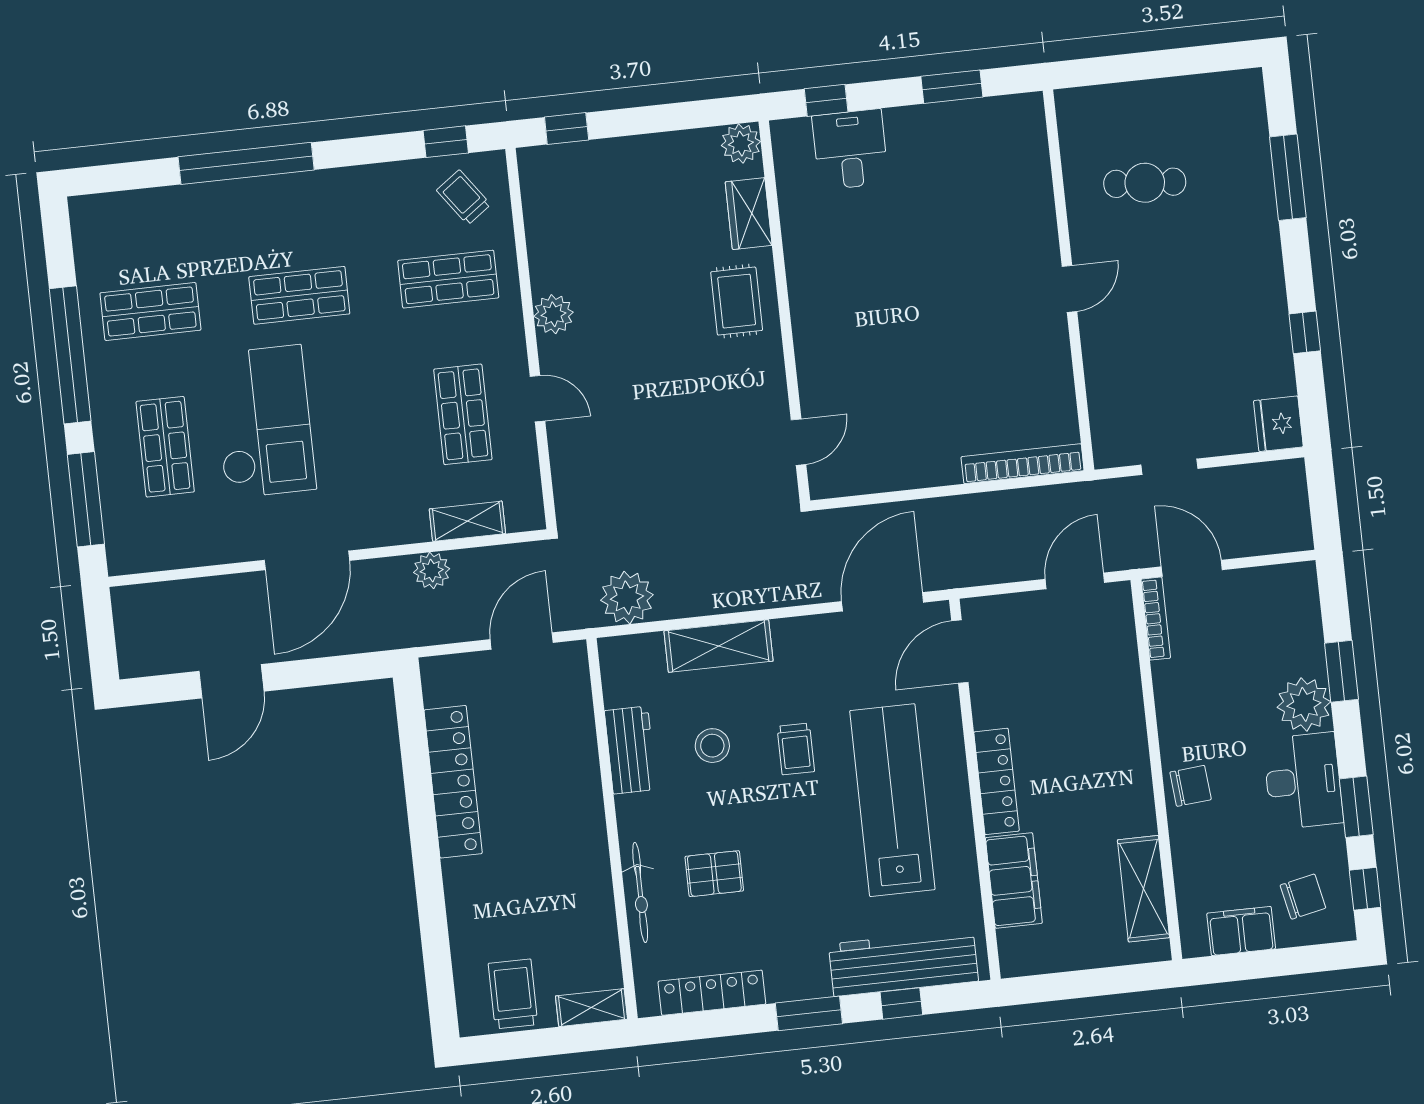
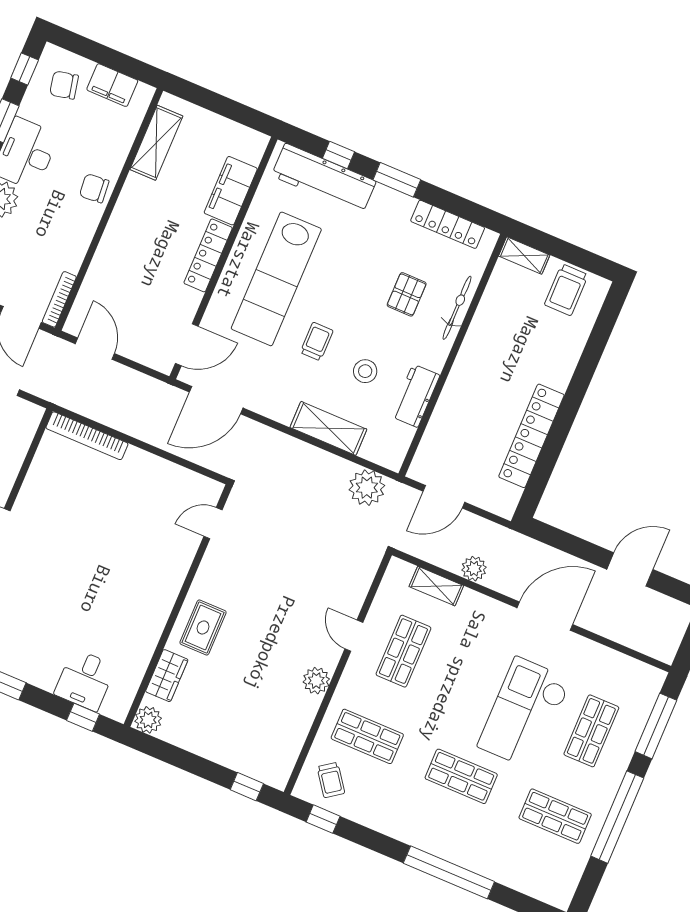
door: (1075, 581) -> (95, 349), swing flipped
pallet: (714, 874) -> (407, 294), turned 90

